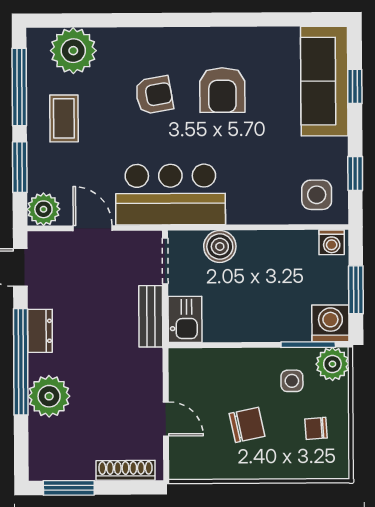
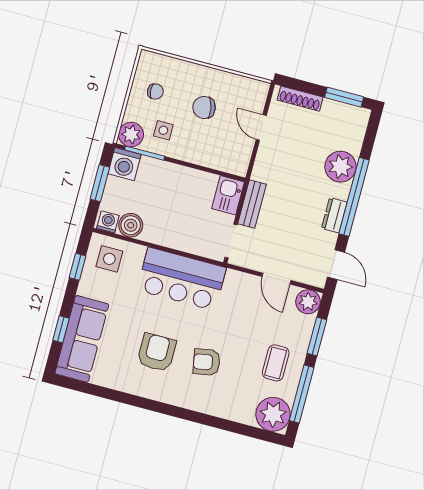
plant: (73, 51) -> (273, 414), moved
bar counter: (170, 195) -> (182, 279), moved
boiler: (220, 246) -> (131, 225), moved

